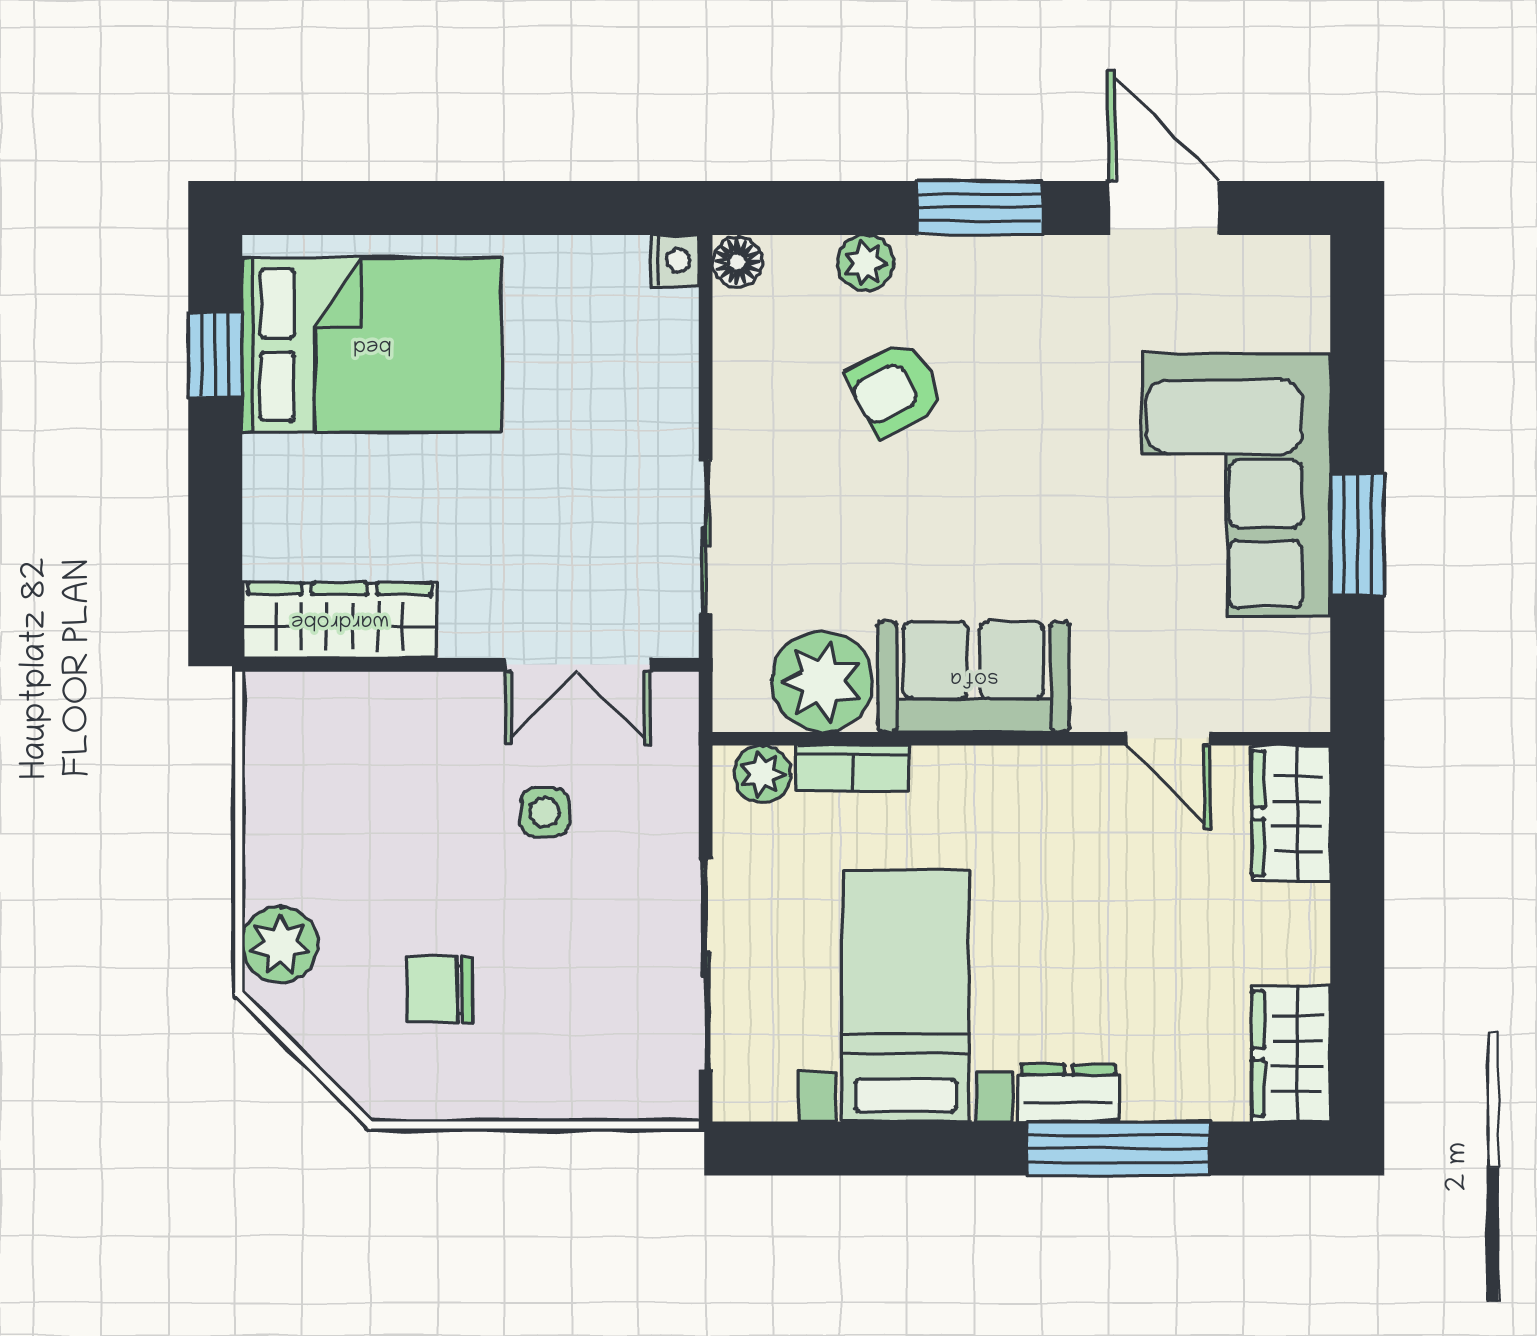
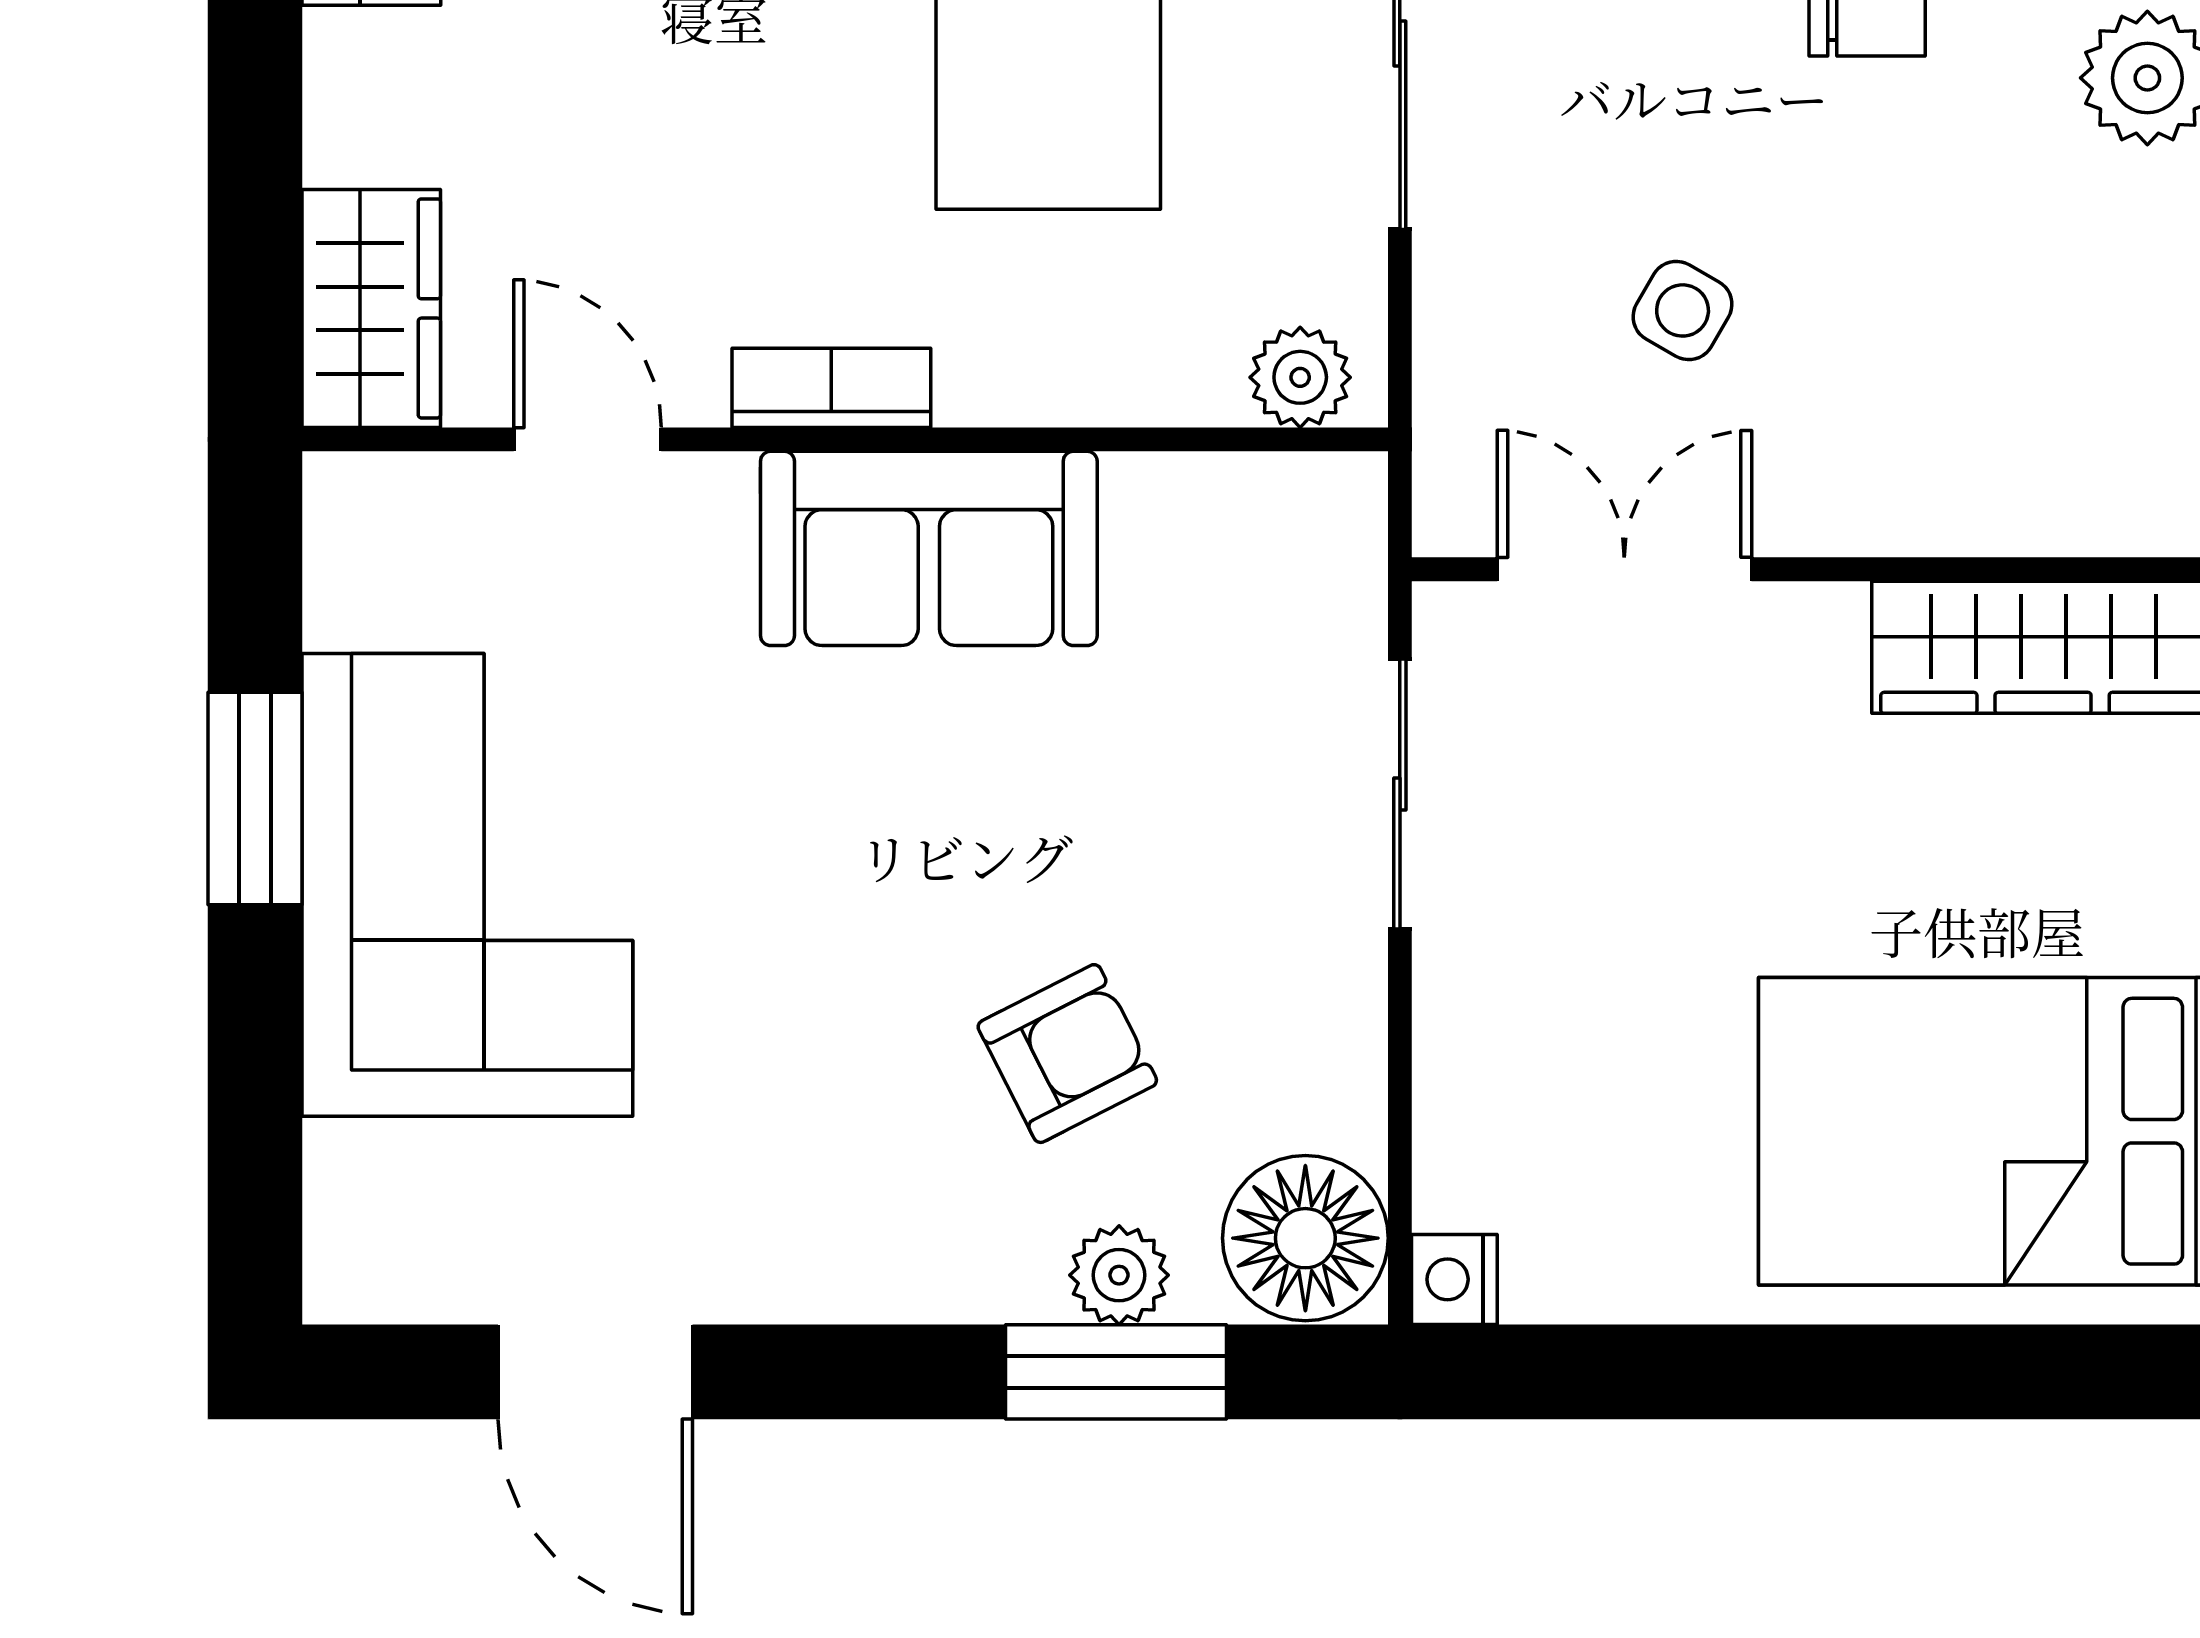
window: (980, 208) -> (1116, 1372), moved
floor lamp: (737, 262) -> (1305, 1238), width x1.89, depth x1.89
plant: (822, 682) -> (1195, 540), removed
bookcase: (853, 768) -> (831, 388), moved
side table: (545, 812) -> (1683, 310), turned 30

